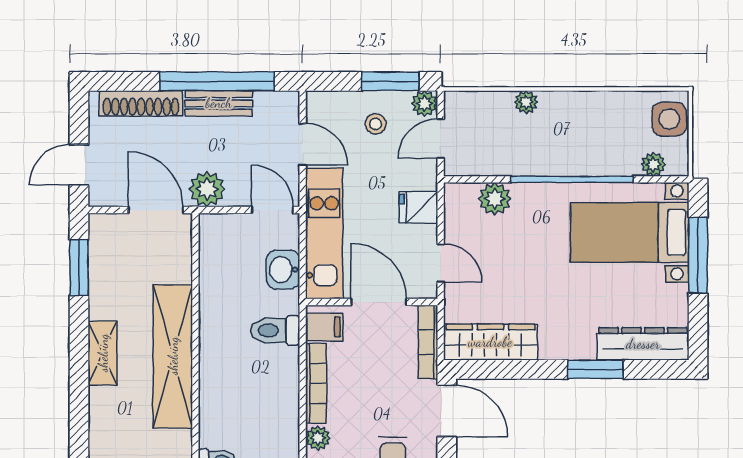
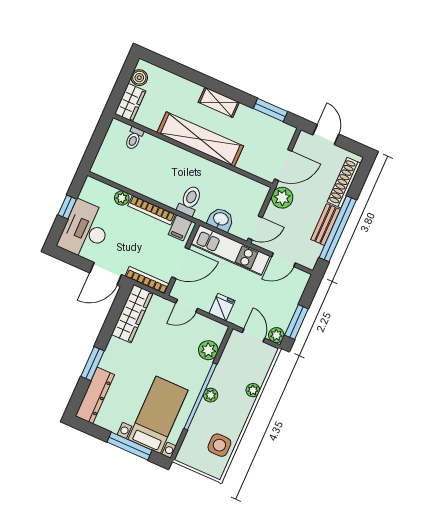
side table: (669, 119) -> (219, 445), moved
stool: (376, 124) -> (277, 304), removed
plant: (653, 164) -> (211, 395), moved

